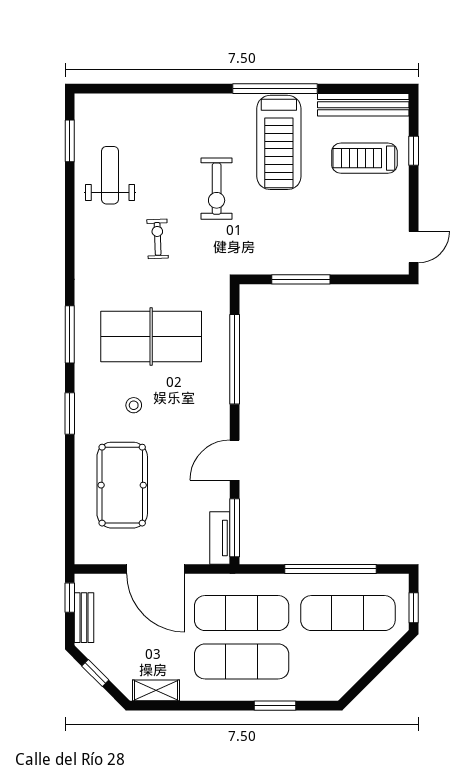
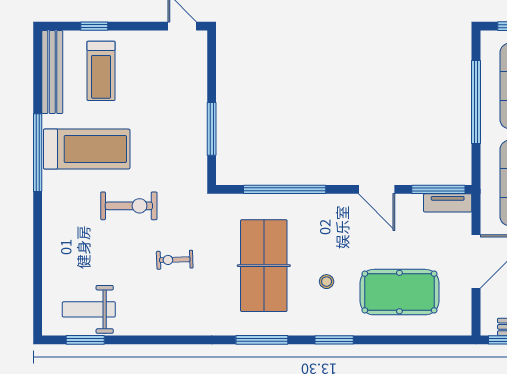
weight bench: (110, 175) -> (89, 309), moved

